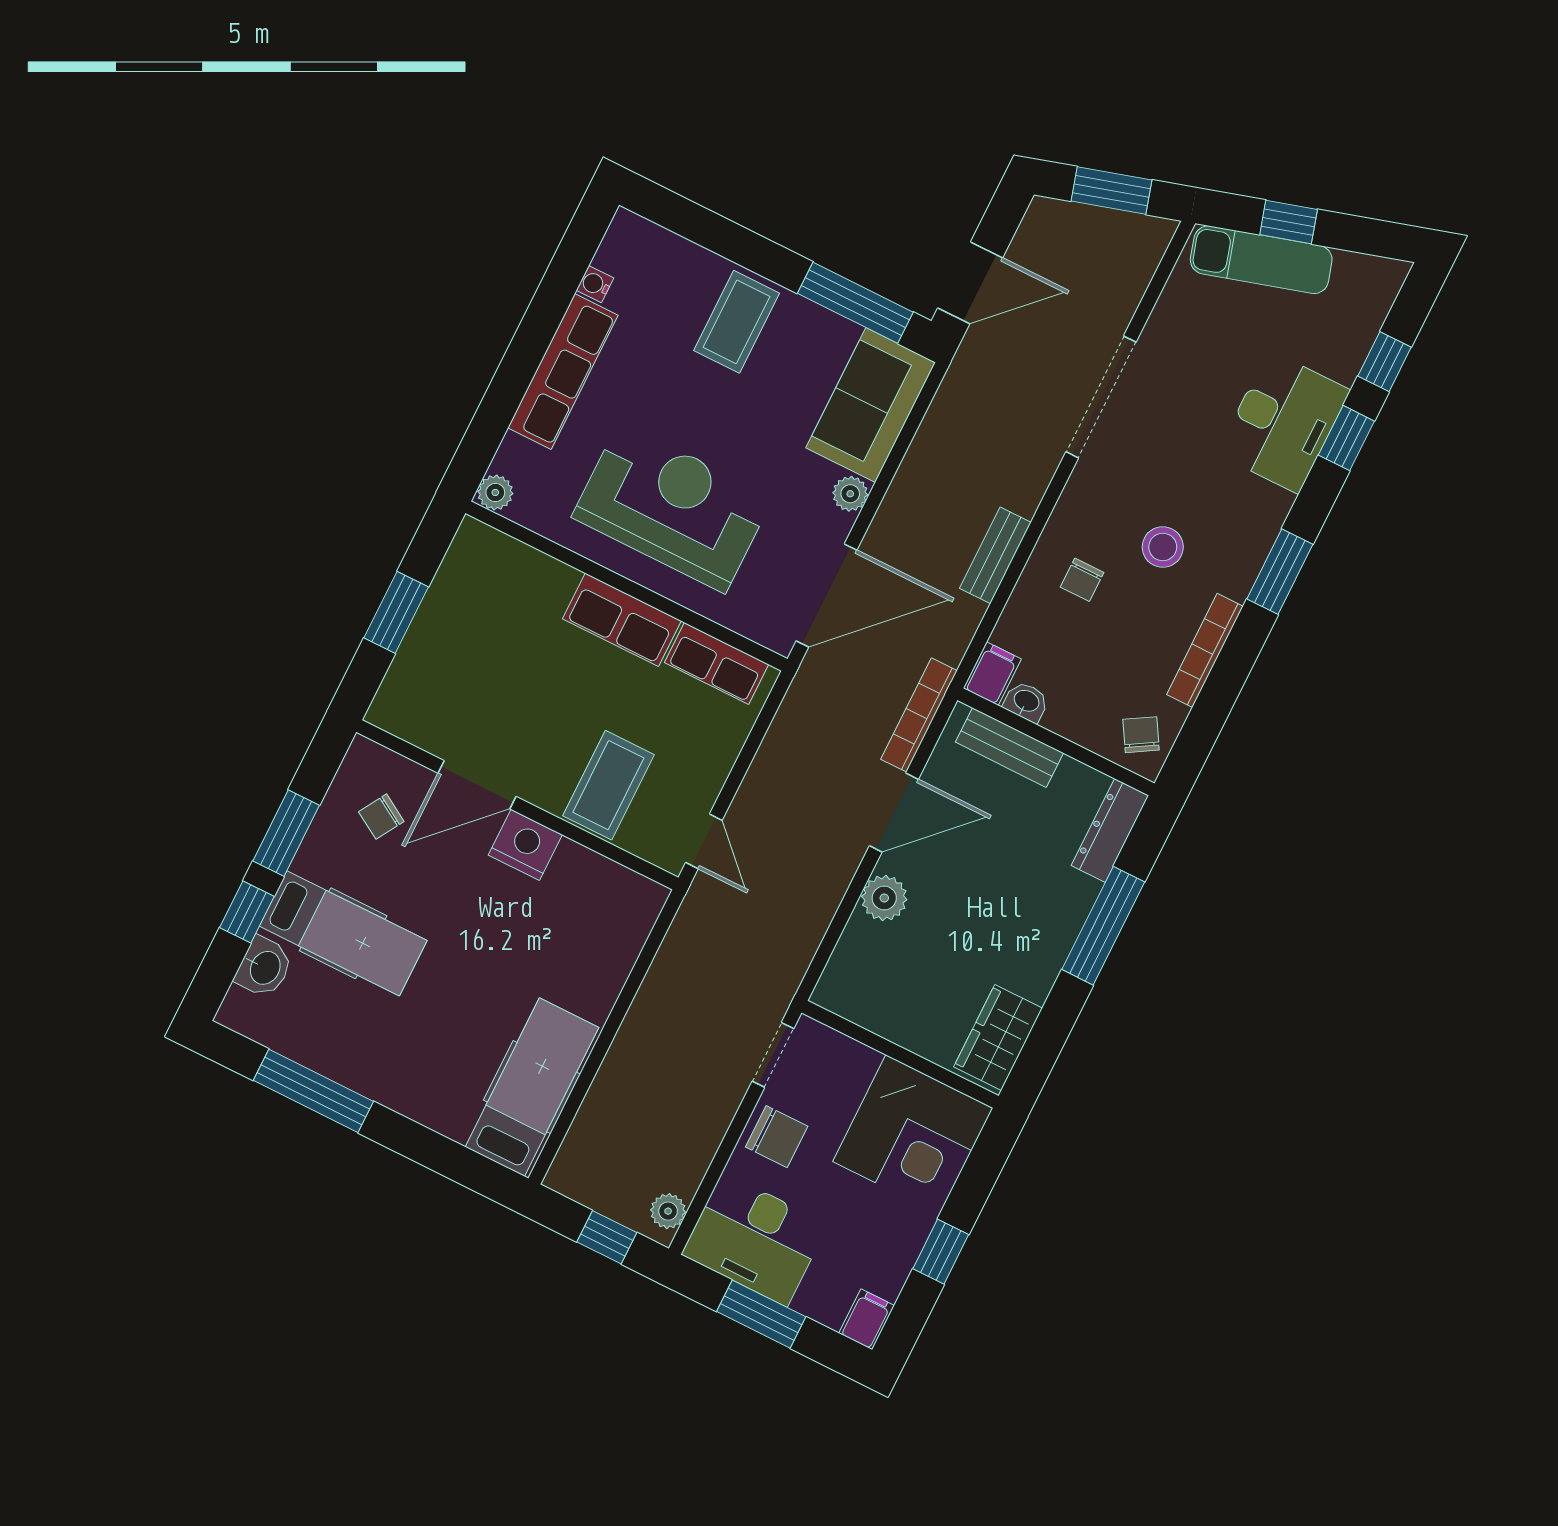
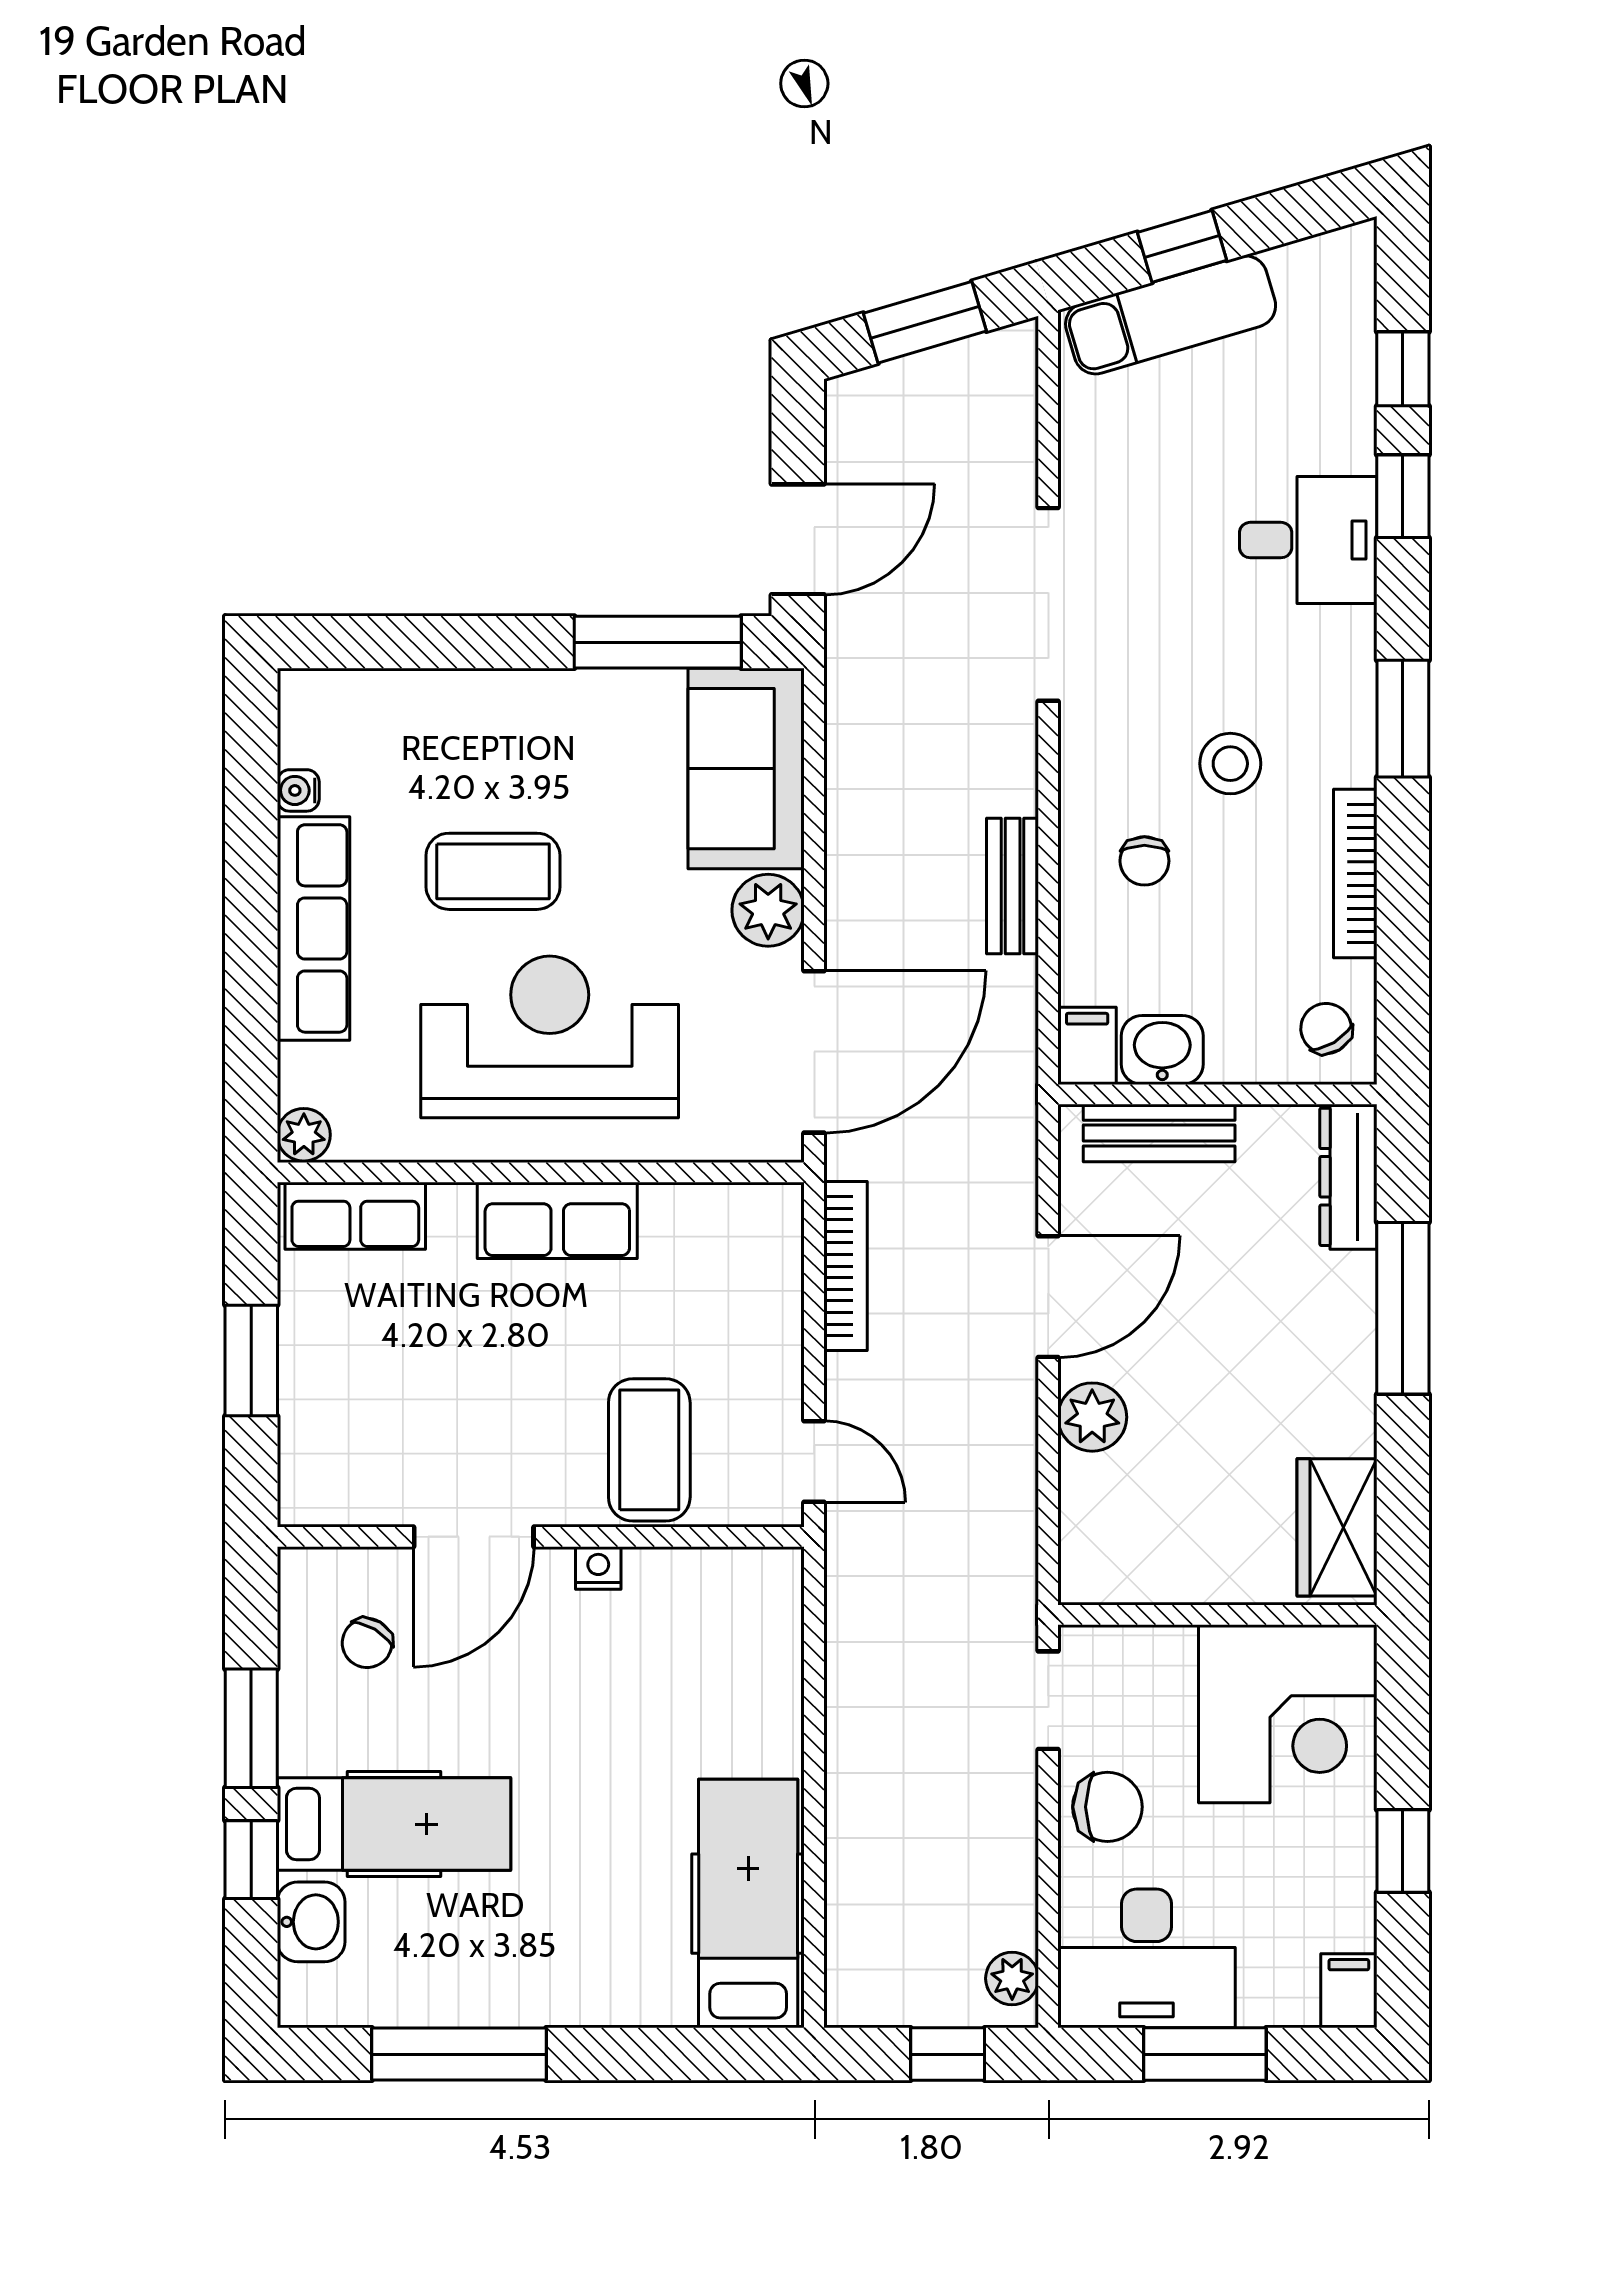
coffee table: (737, 322) -> (493, 871), moved, turned 90
desk: (1284, 422) -> (1308, 540), width x0.73
plant: (850, 494) -> (768, 910), width x1.38, depth x1.38
row of seats: (717, 664) -> (355, 1216), moved
washbasin: (1026, 702) -> (1162, 1050), width x1.38, depth x1.45
bookcase: (919, 715) -> (845, 1266), moved, turned 180
nightstand: (525, 845) -> (598, 1568), width x0.53, depth x0.56

